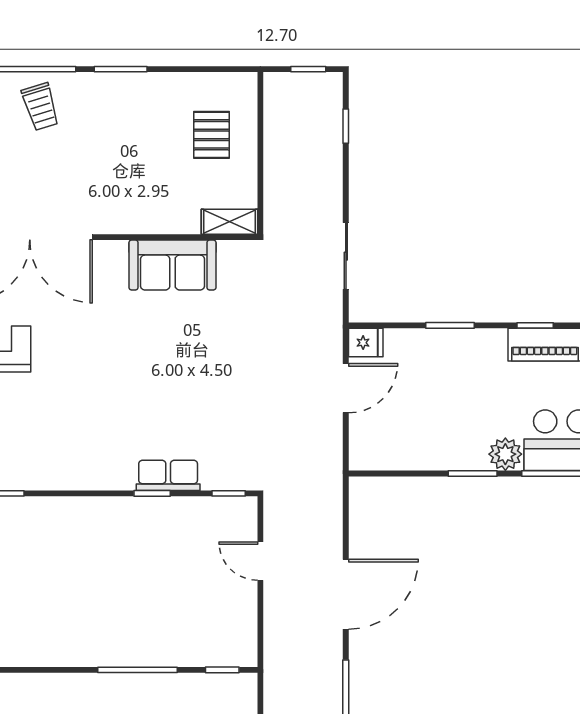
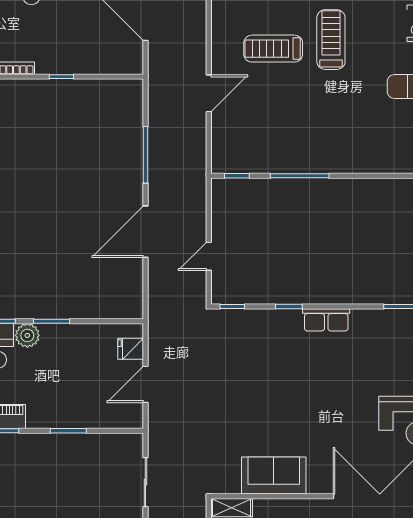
fridge: (366, 343) -> (131, 349), moved
row of seats: (168, 475) -> (326, 320), moved
door: (260, 561) -> (209, 256), swing flipped

